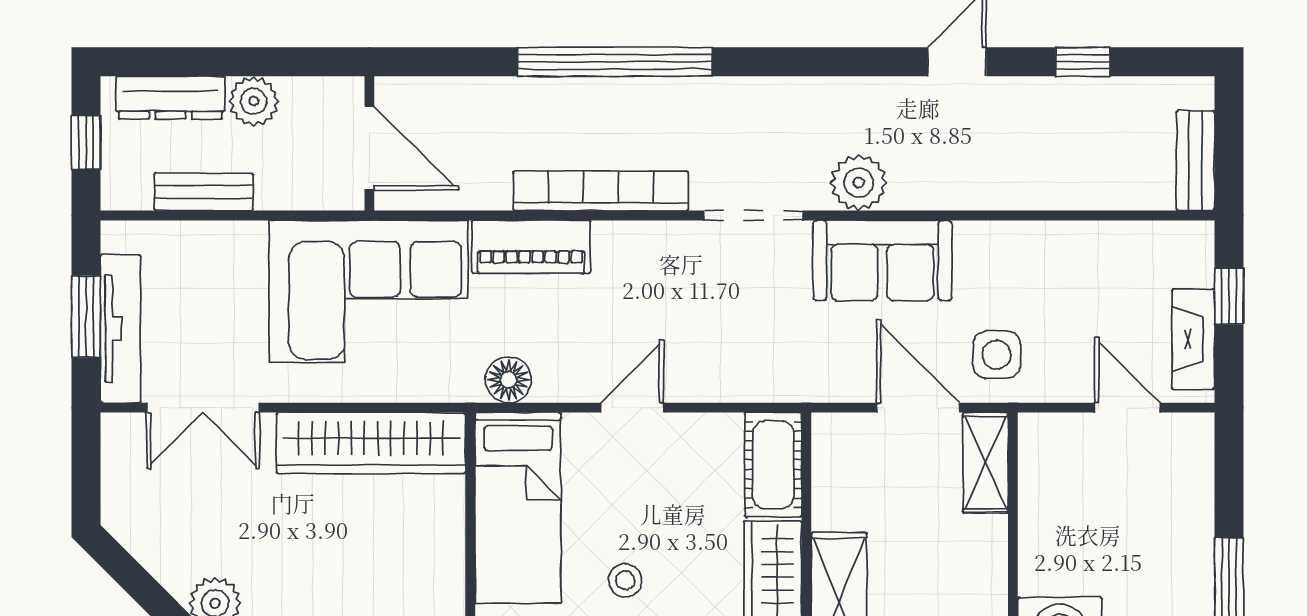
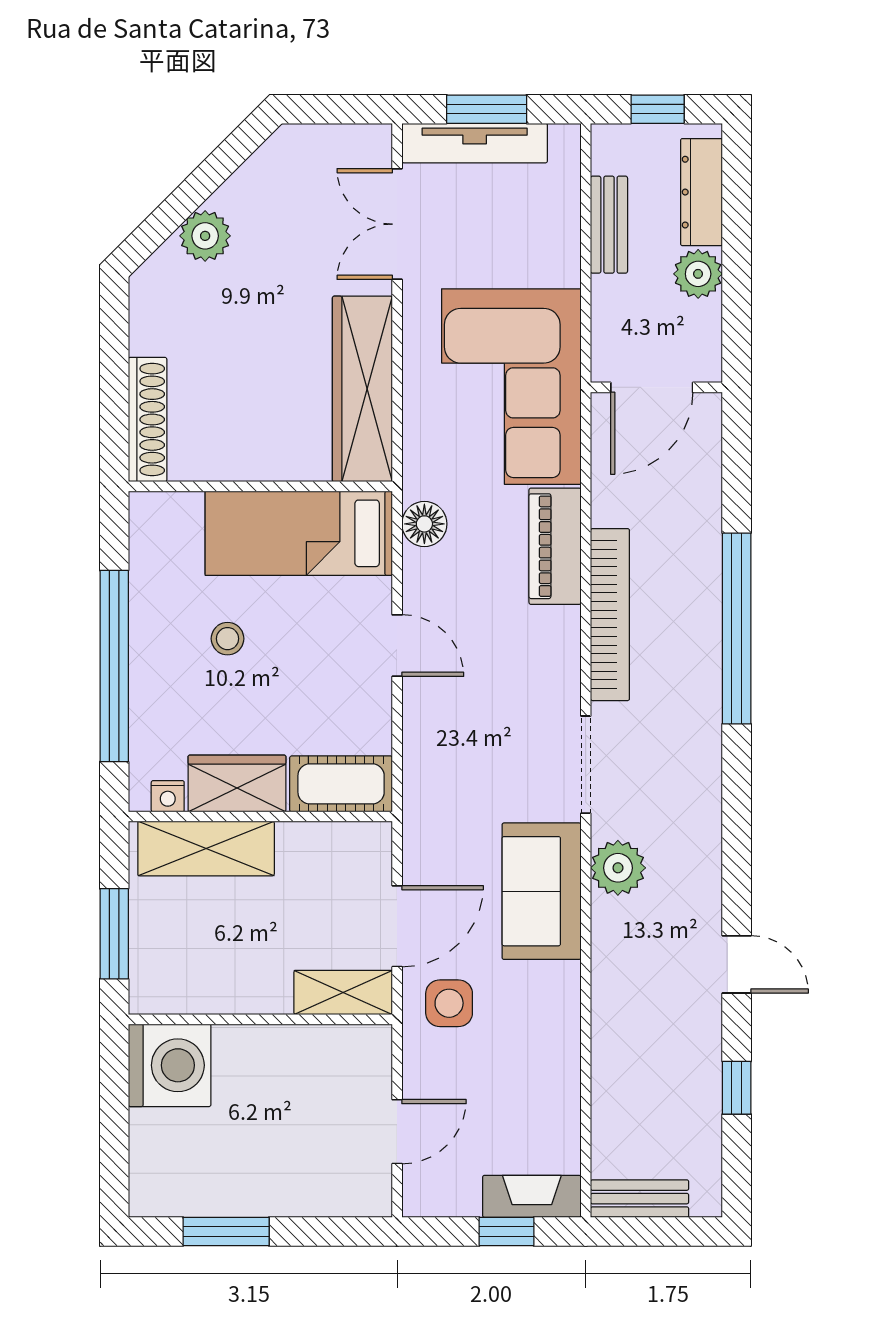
fireplace: (1193, 339) -> (532, 1196), moved

